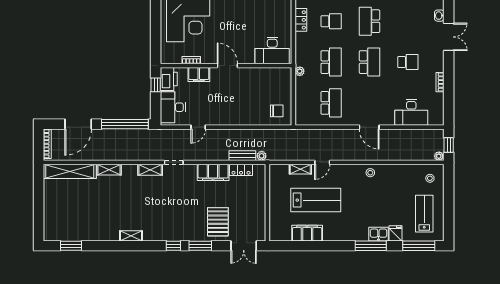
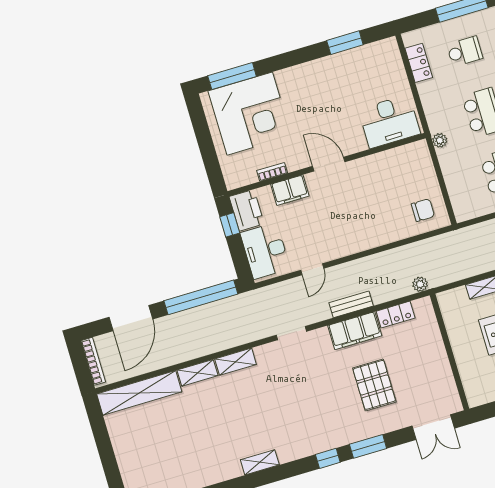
bench: (242, 156) -> (351, 304), moved
shelving: (150, 170) -> (236, 362), moved
pallet: (218, 222) -> (374, 385), moved

